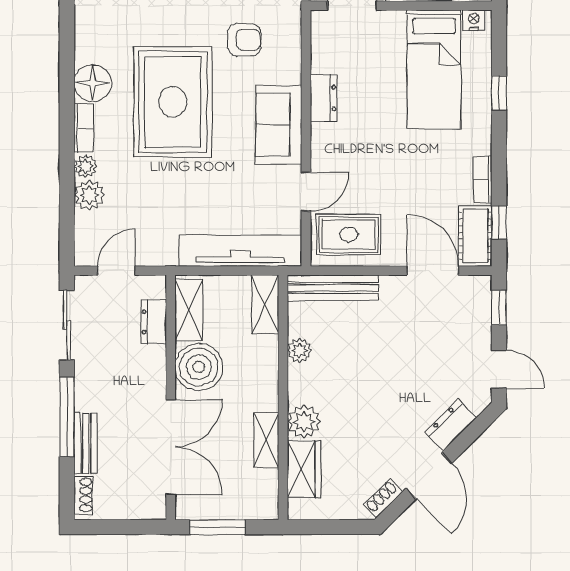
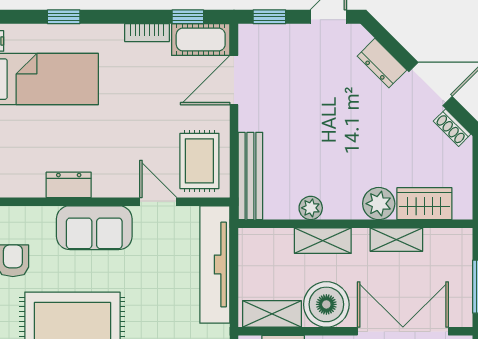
shelving: (265, 305) -> (323, 241), moved

